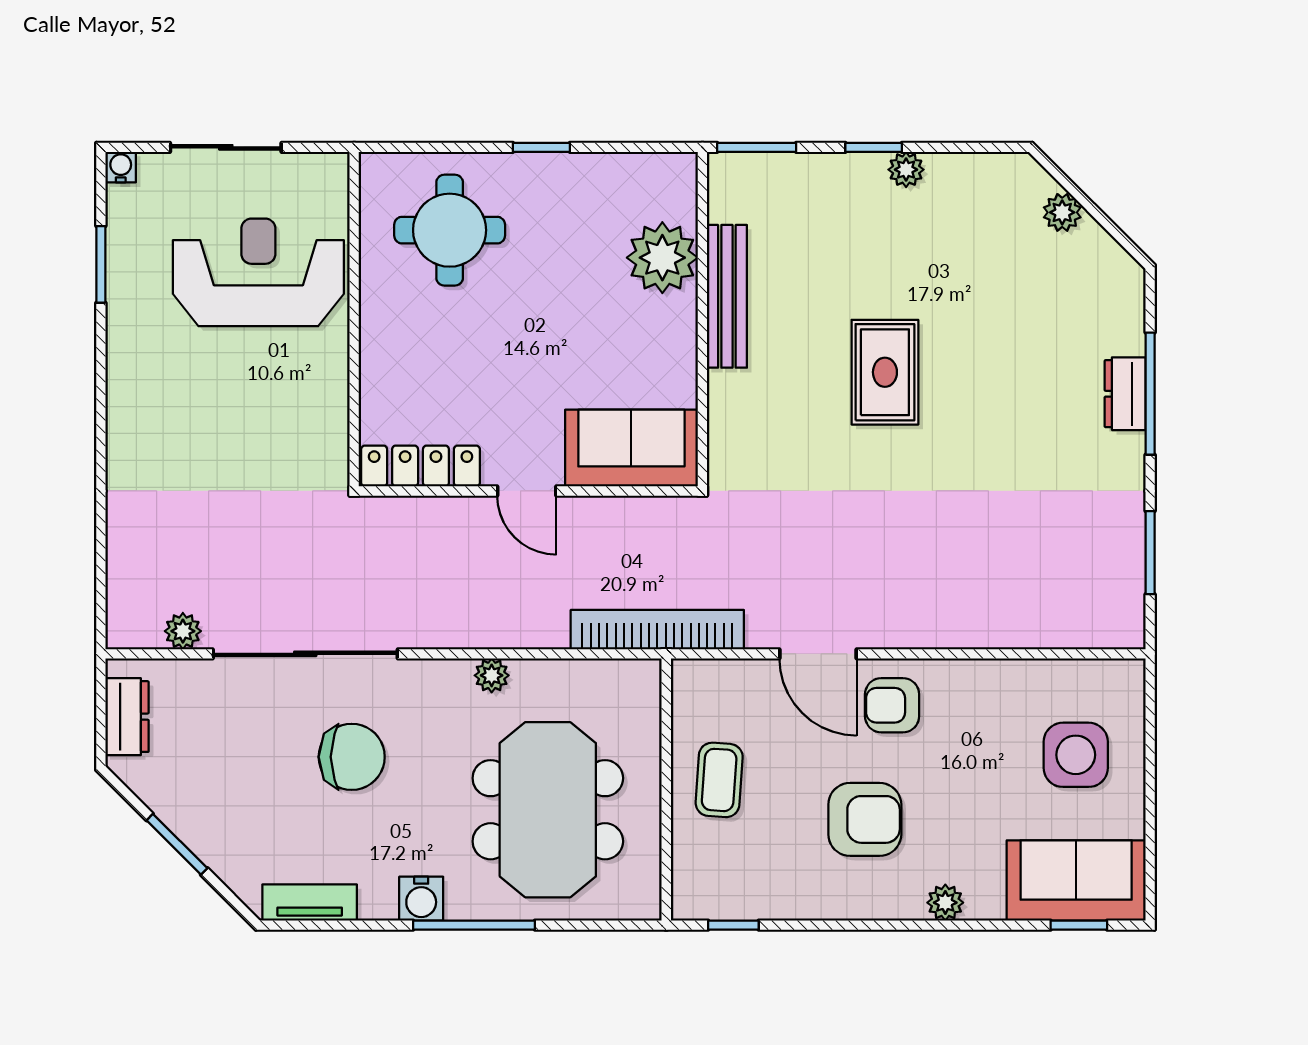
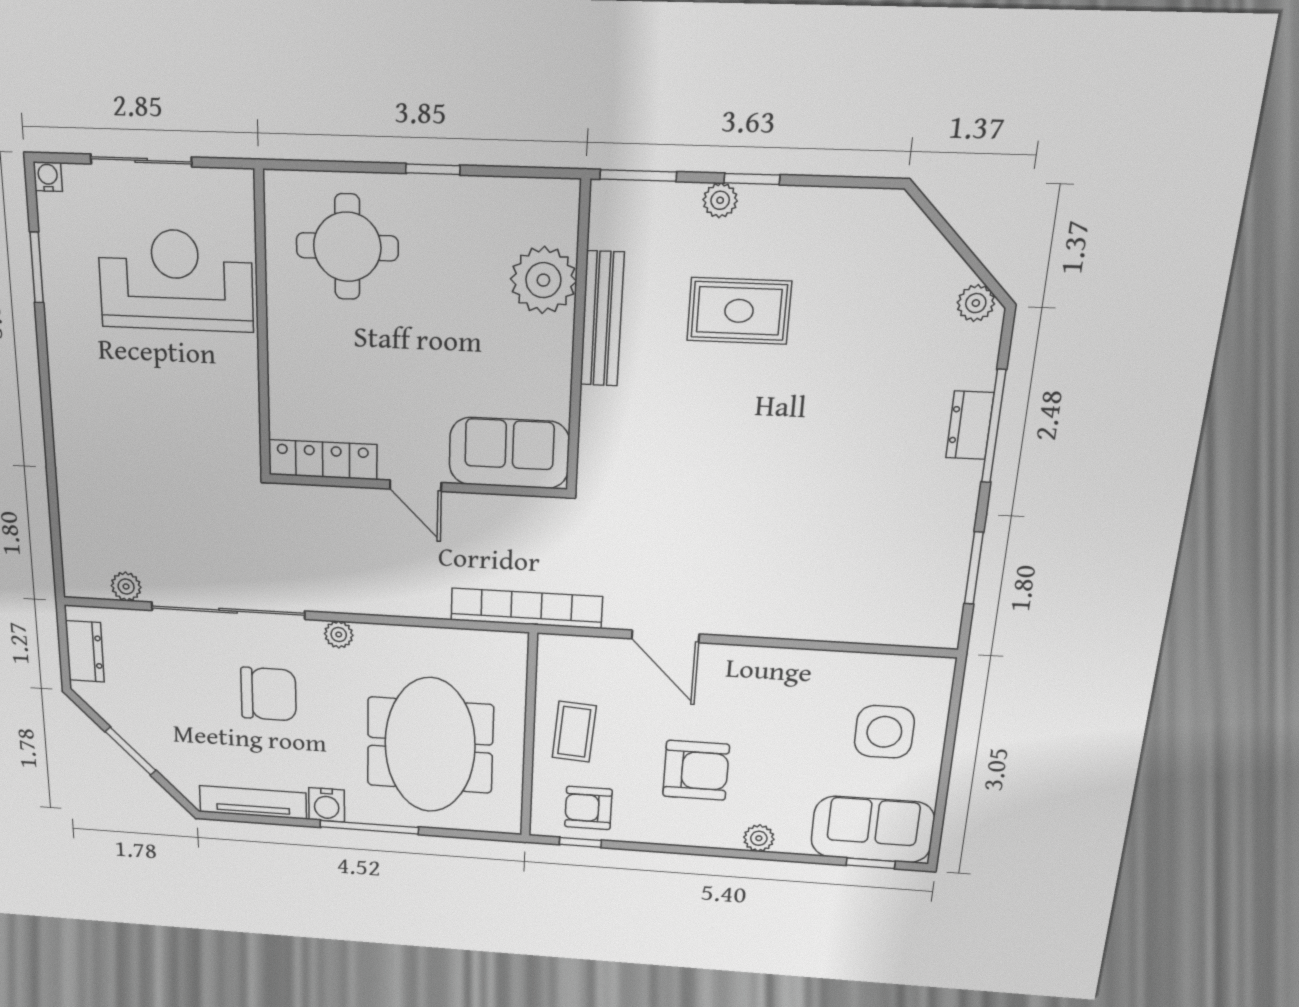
plant: (906, 170) -> (720, 200), moved
plant: (1062, 212) -> (976, 303), moved
rug: (885, 372) -> (739, 311), moved, turned 90
plant: (492, 675) -> (339, 635), moved
armchair: (892, 705) -> (588, 808), moved
tv unit: (310, 903) -> (253, 802), width x1.41

